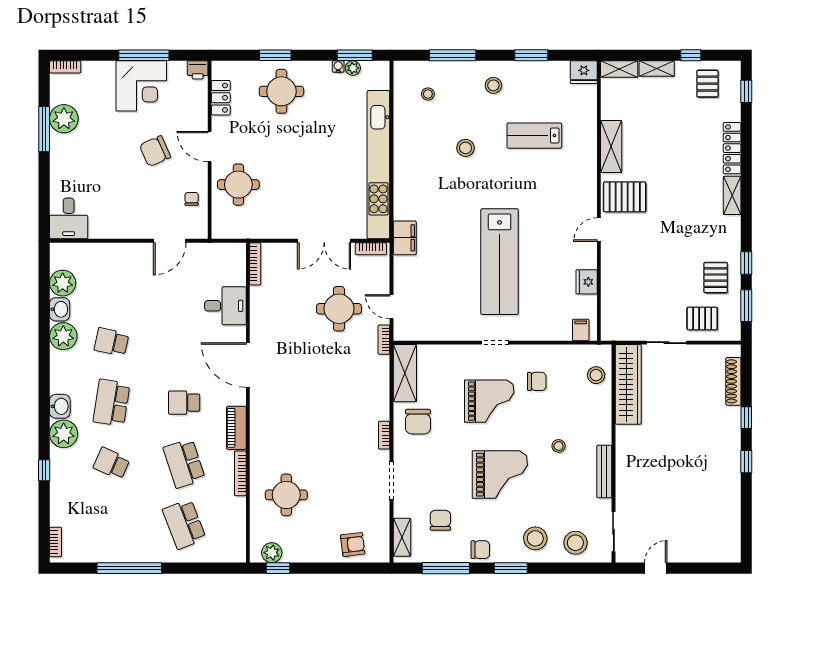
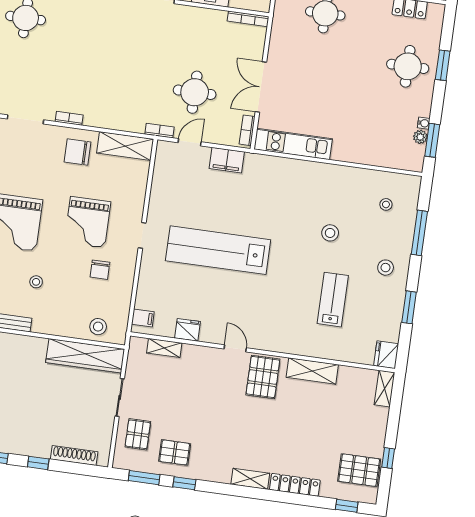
shelving: (657, 69) -> (164, 348), moved, turned 90
pallet: (707, 84) -> (359, 470), width x1.50, depth x1.42
kitchen unit: (378, 165) -> (293, 144), width x0.54
filing cabinet: (405, 238) -> (227, 160), moved

